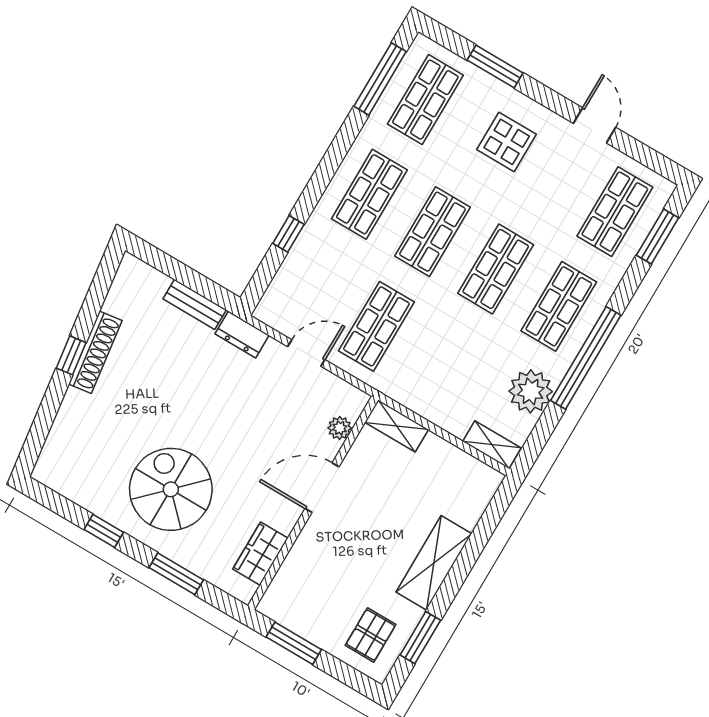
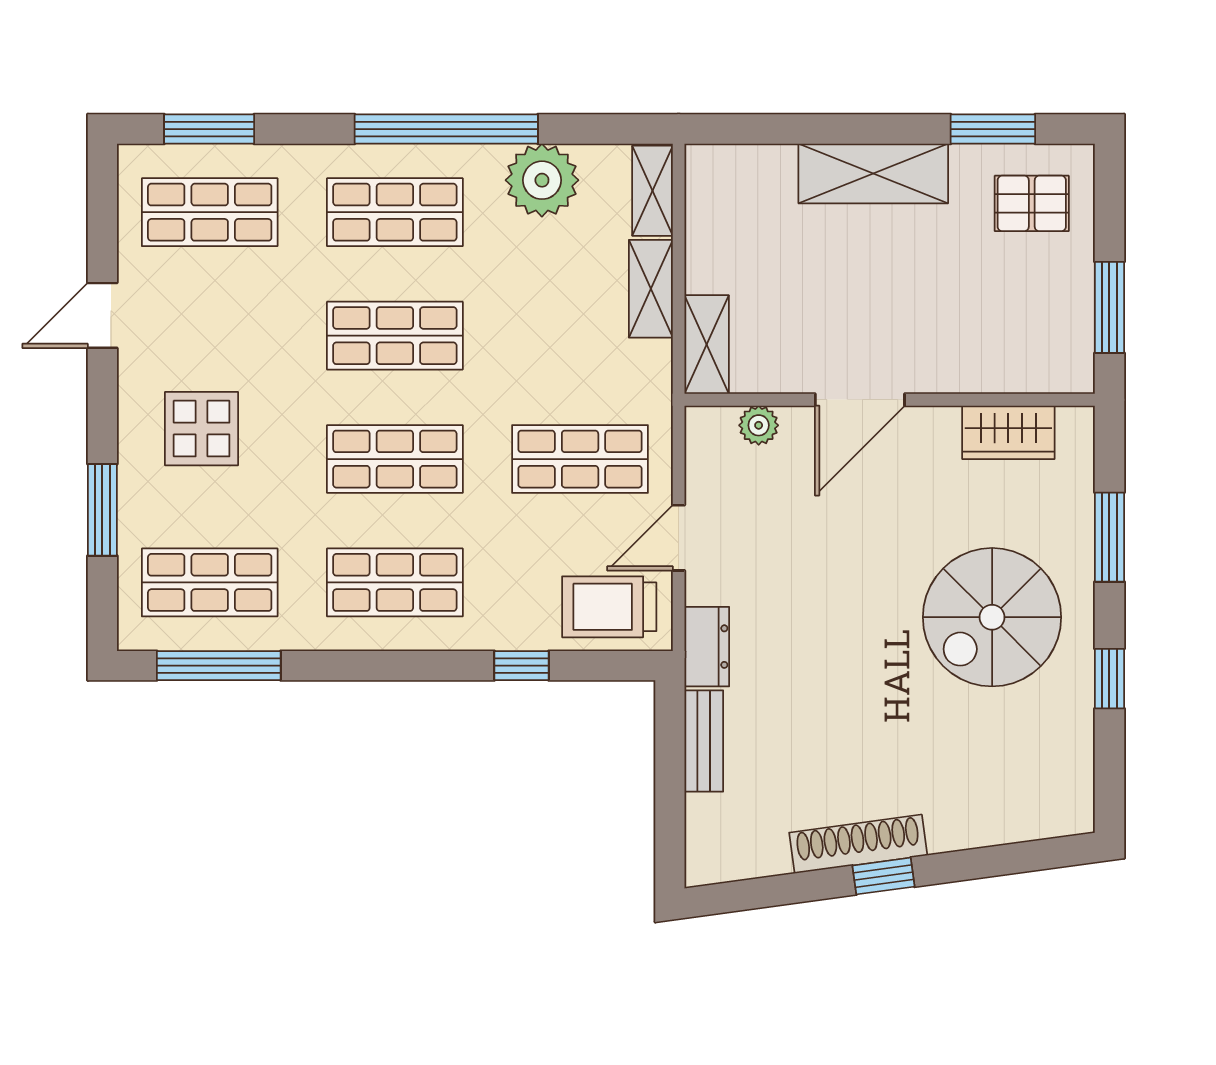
trolley: (292, 297) -> (609, 607), added
door: (306, 353) -> (679, 538), hinge flipped
shelving: (442, 414) -> (651, 289), added
door: (322, 488) -> (860, 400), hinge flipped

